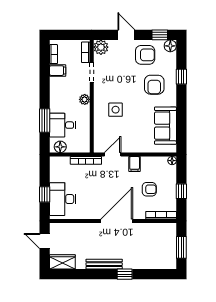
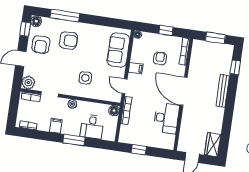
armchair: (145, 55) -> (41, 45), turned 180
filing cabinet: (58, 71) -> (56, 126), moved
window: (181, 77) -> (65, 16), width x2.17
window: (45, 120) -> (74, 140), moved
sofa: (165, 126) -> (118, 50), moved, turned 90
floor lamp: (60, 147) -> (114, 111), moved
window: (45, 194) -> (139, 150), moved
desk: (63, 199) -> (166, 118), moved, turned -90
bench: (104, 264) -> (223, 91), moved
window: (125, 274) -> (235, 67), moved

